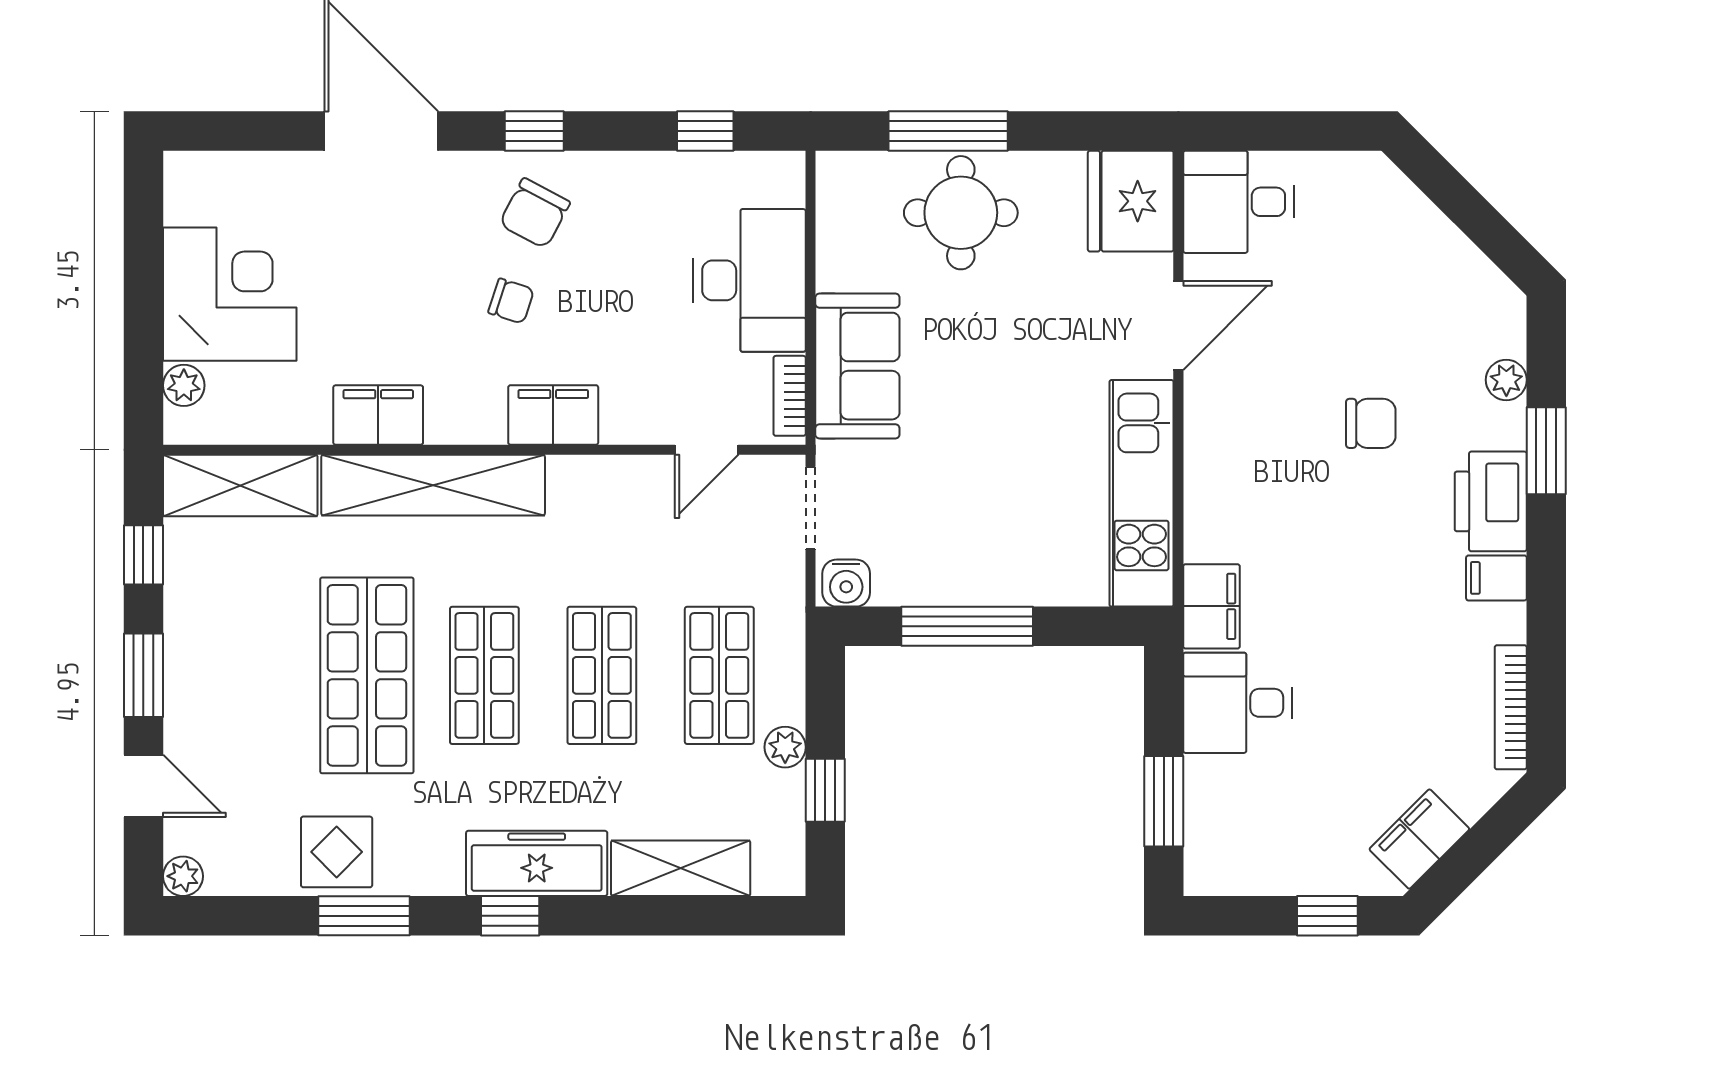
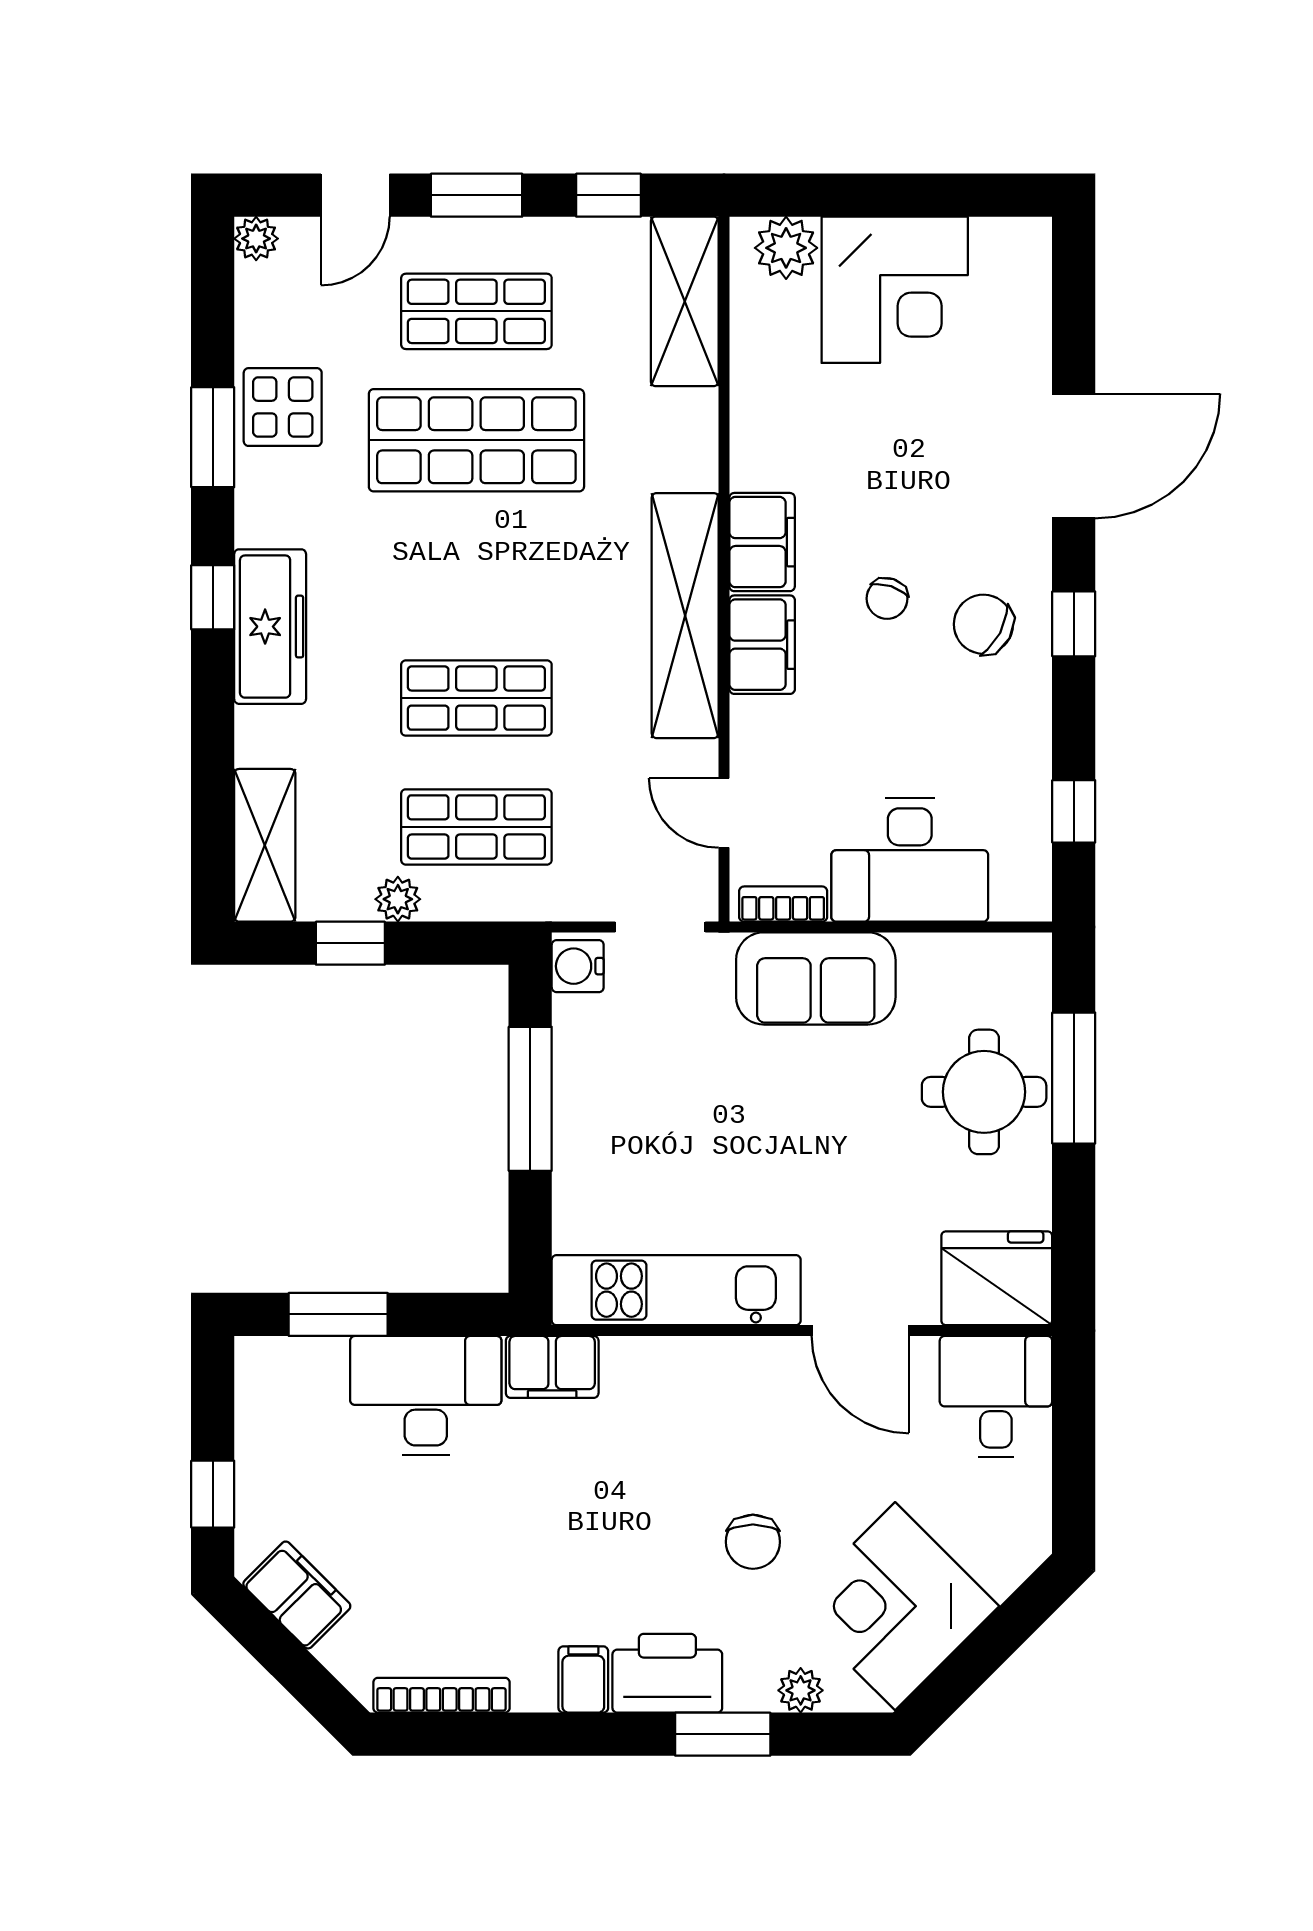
corner desk: (1430, 294) -> (895, 1606), added
plant: (184, 385) -> (786, 248), width x1.38, depth x1.38
filing cabinet: (378, 415) -> (762, 542), moved
shelving: (433, 485) -> (685, 616), moved
shop shelf: (484, 675) -> (476, 311), moved
desk: (1237, 703) -> (426, 1395), width x1.37
shelving: (681, 868) -> (265, 845), moved

